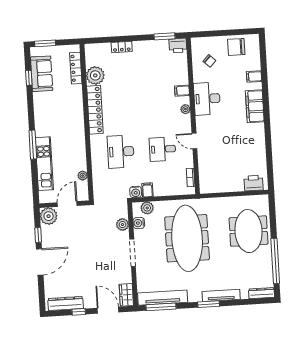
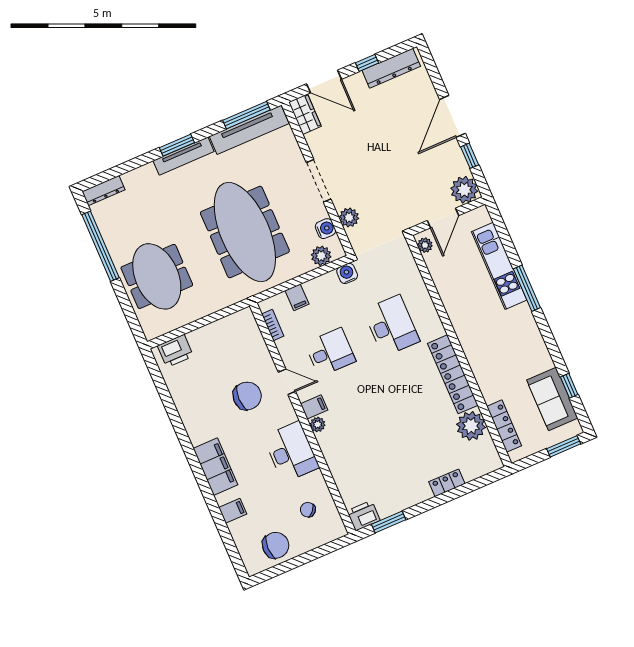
filing cabinet: (182, 91) -> (314, 407), moved
chair: (221, 141) -> (247, 396), added
plant: (83, 176) -> (425, 245), moved
filing cabinet: (147, 190) -> (297, 297), moved
tv unit: (221, 295) -> (184, 156), moved

